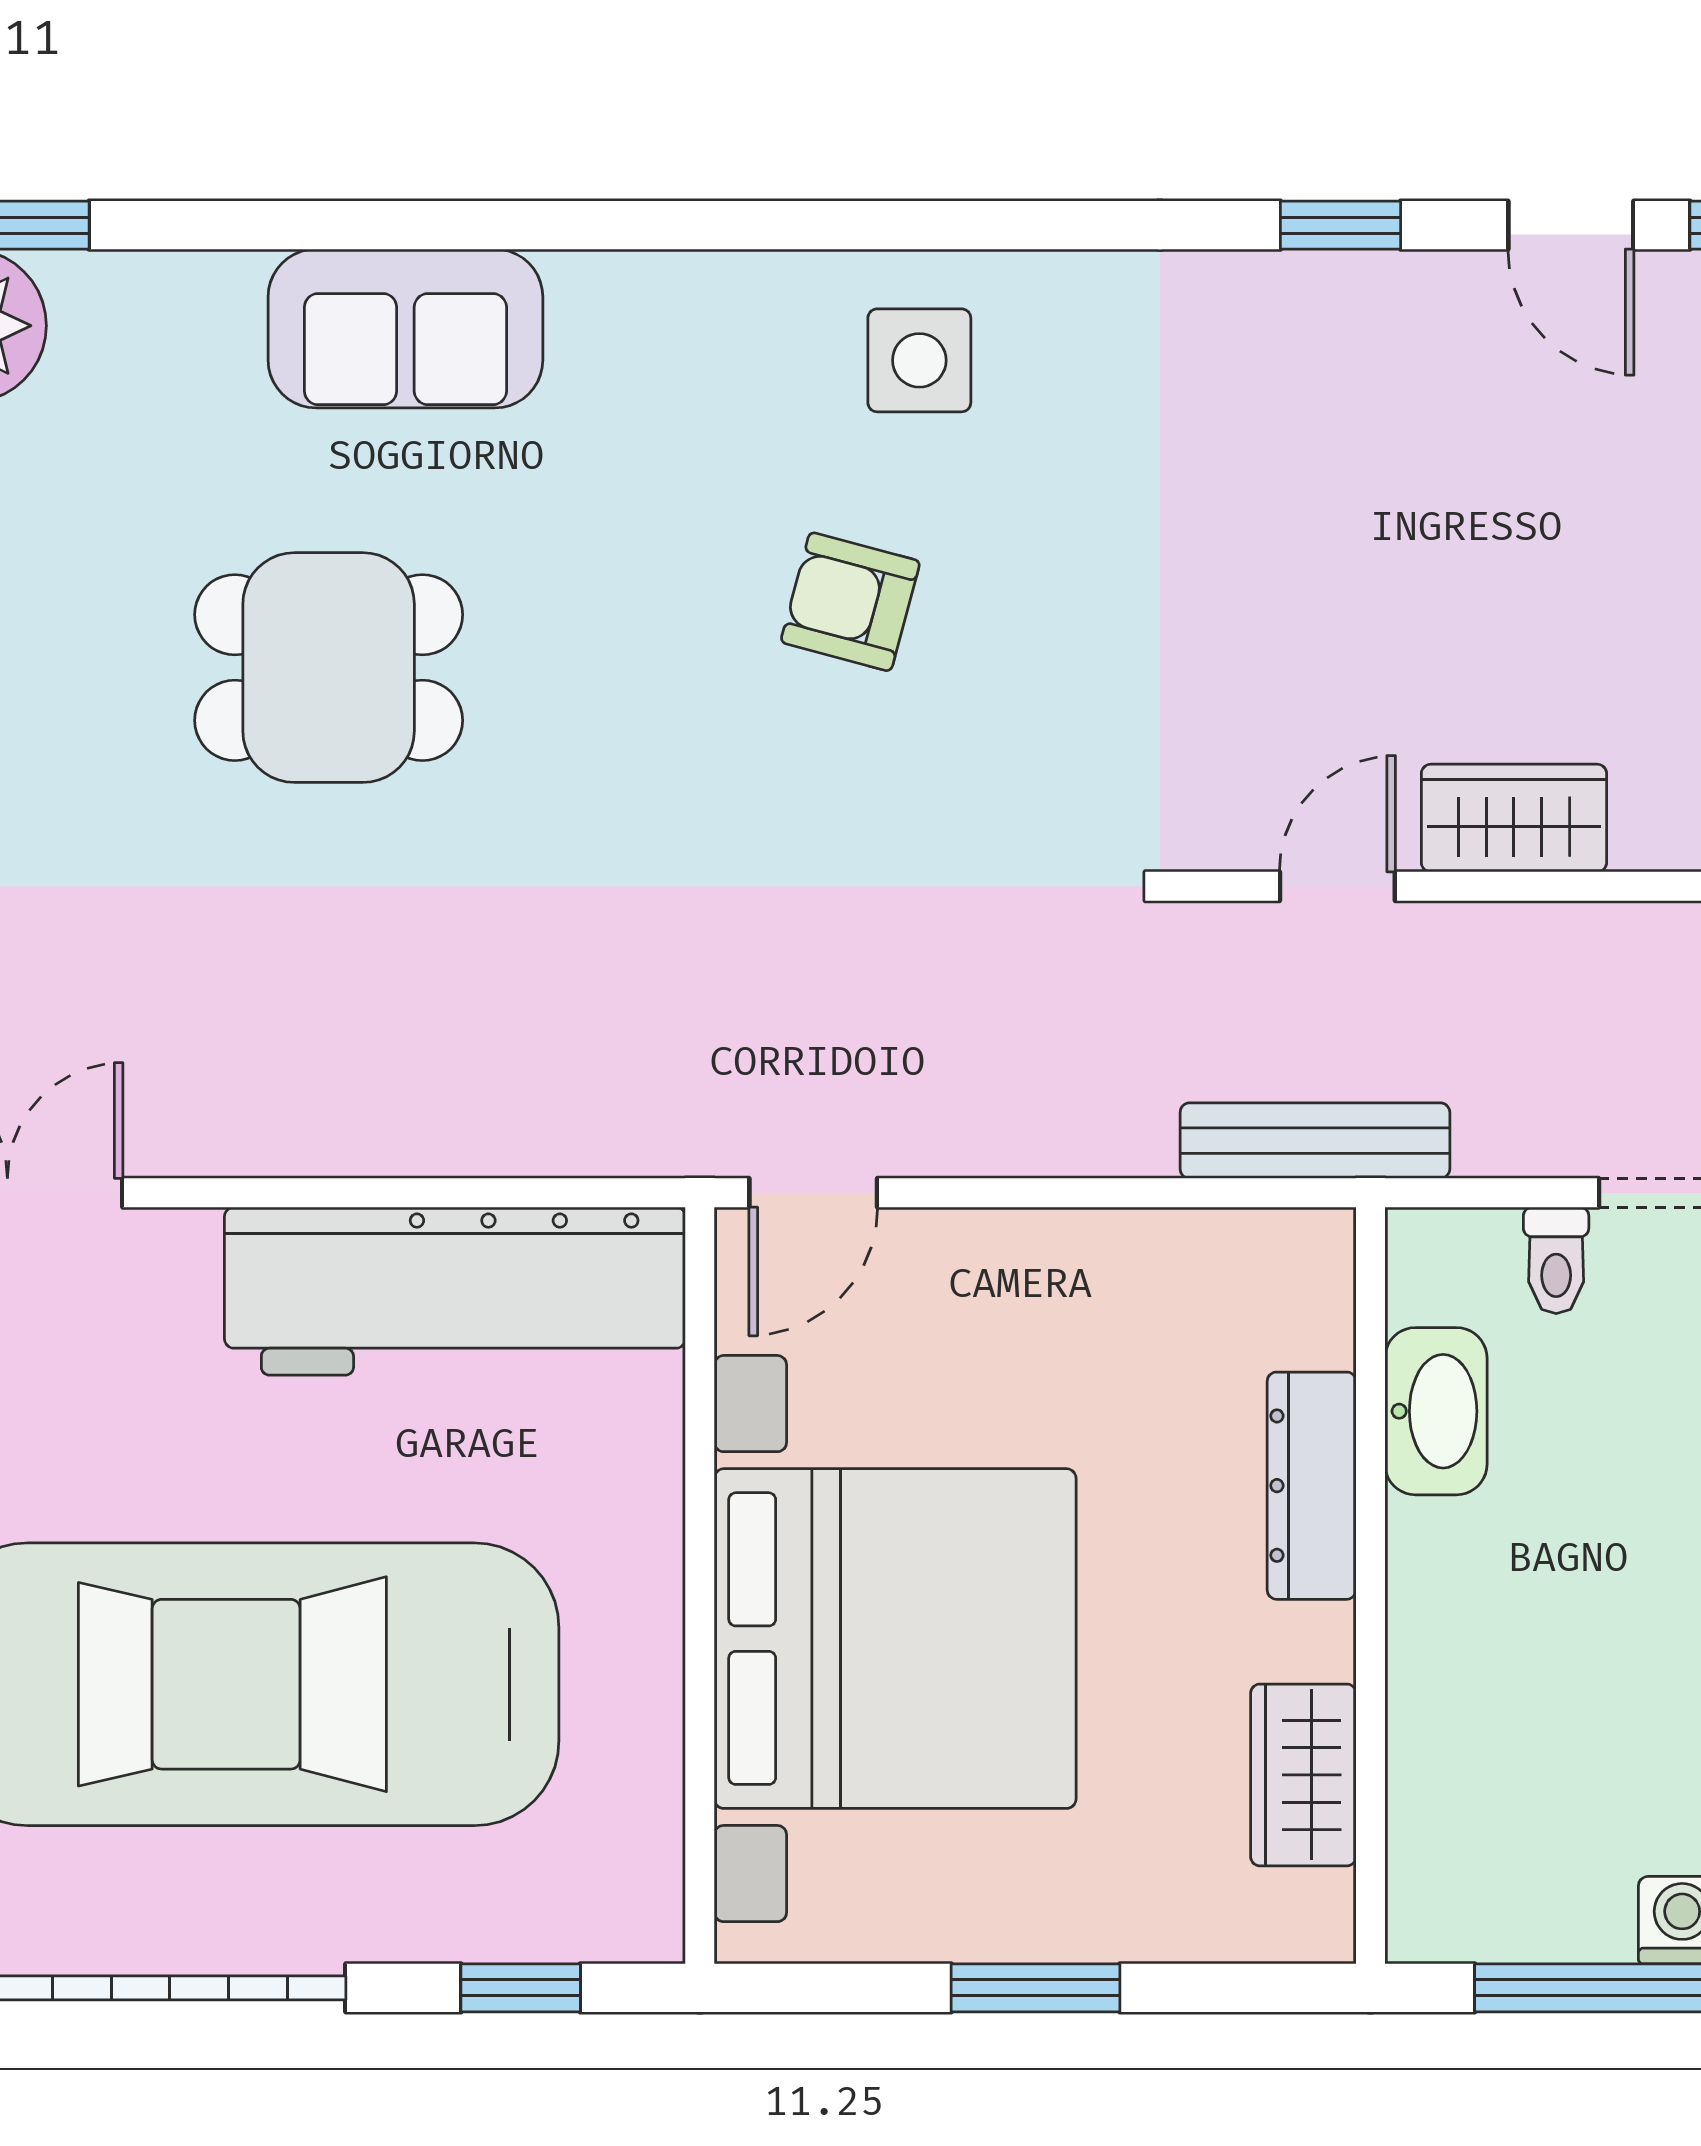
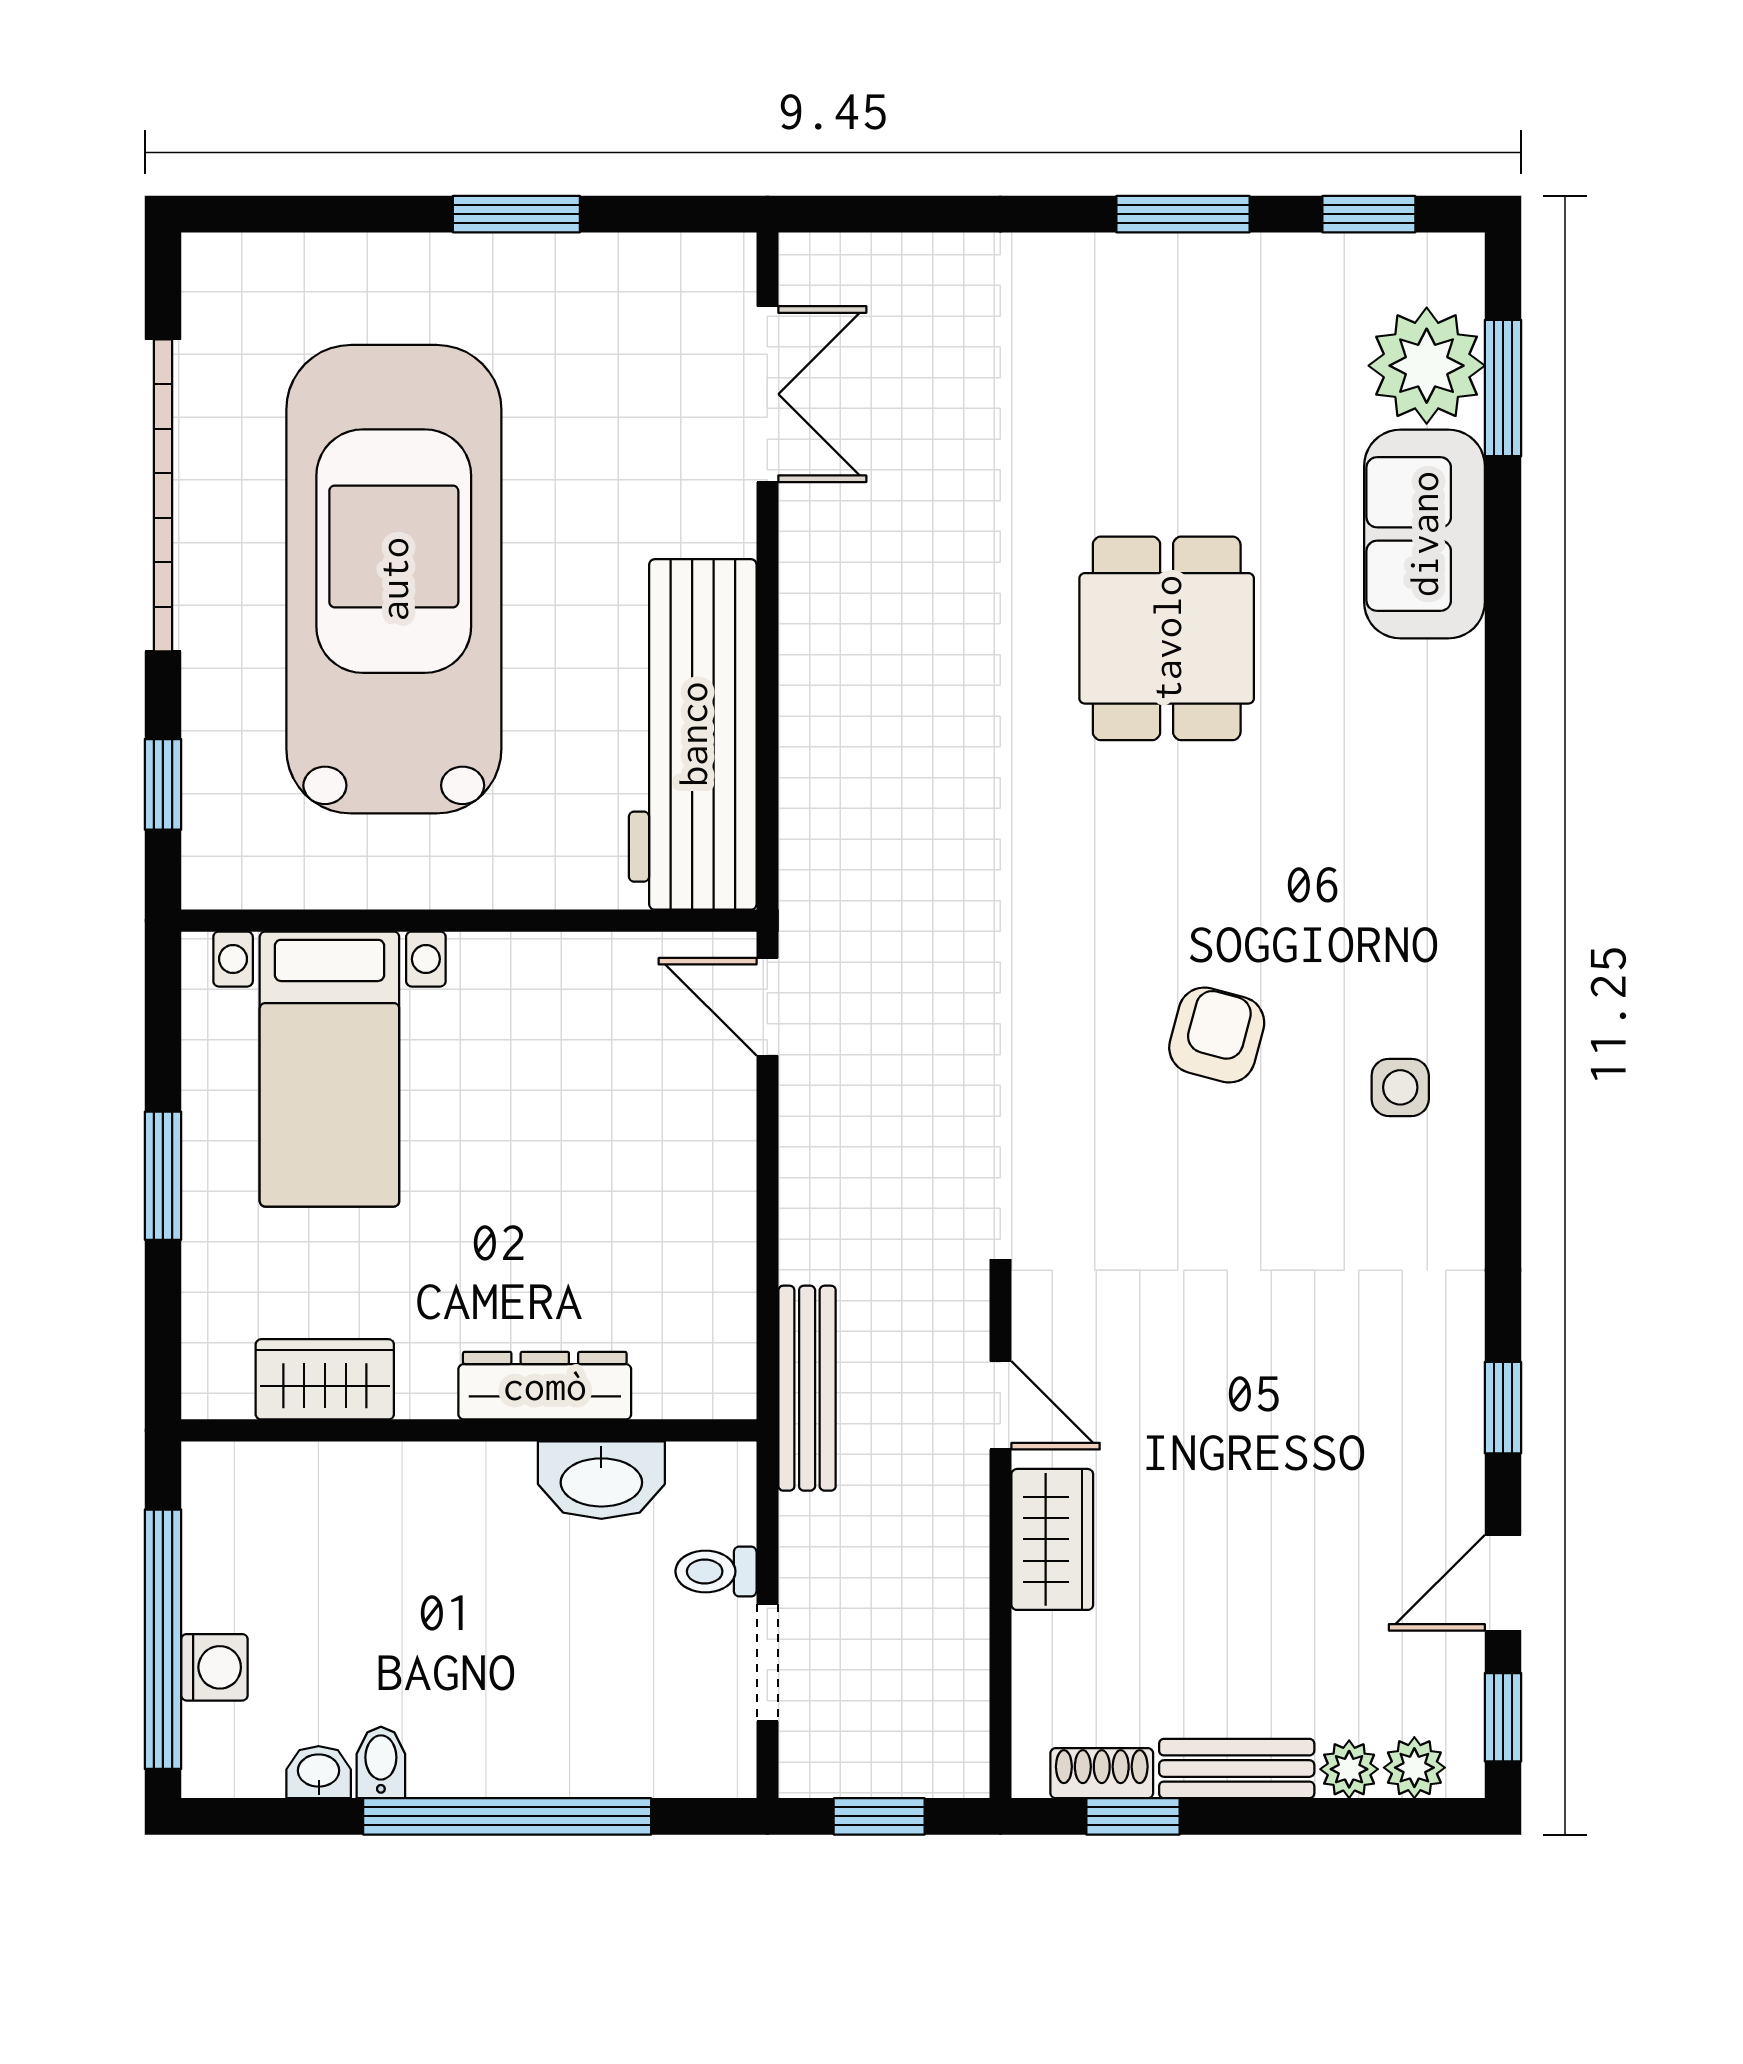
sofa: (405, 328) -> (1424, 534), moved
side table: (919, 360) -> (1400, 1087), width x0.73, depth x0.73
bed with nightstands: (895, 1639) -> (329, 1069), width x0.54

